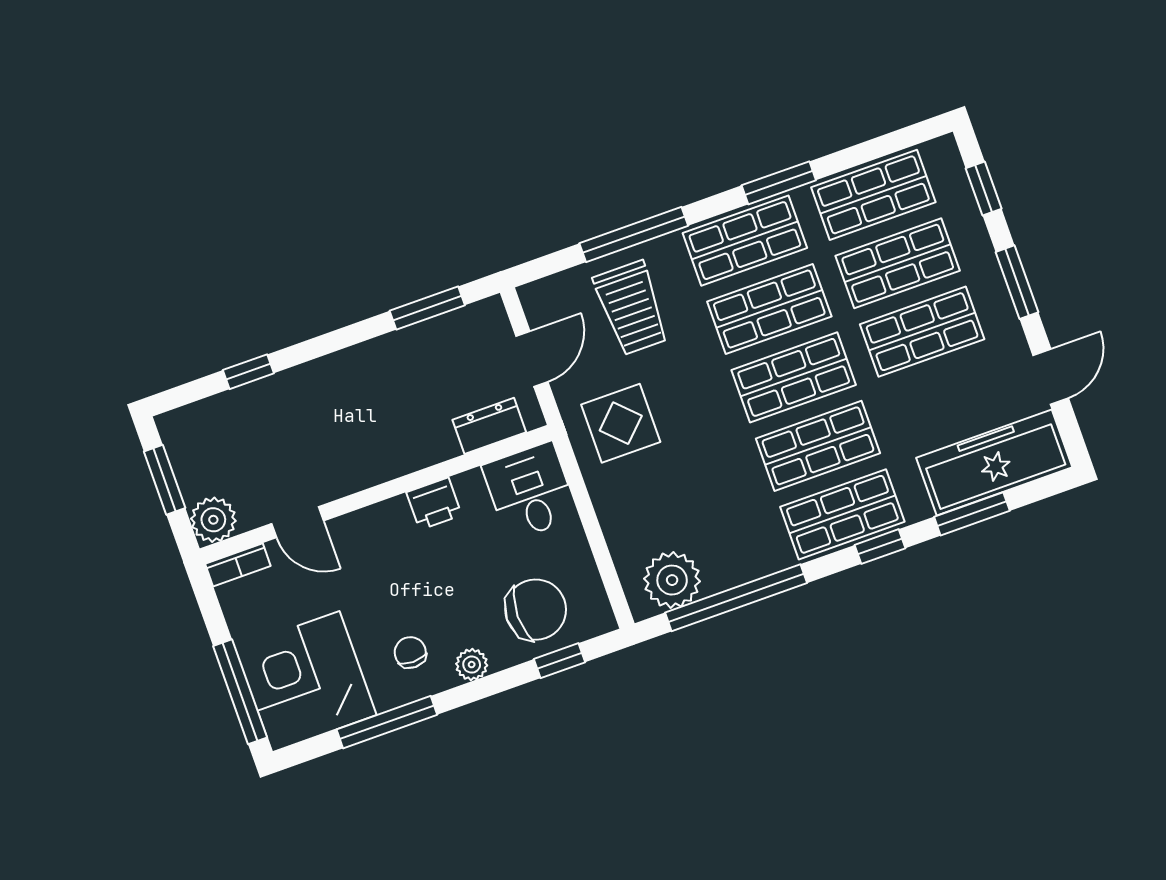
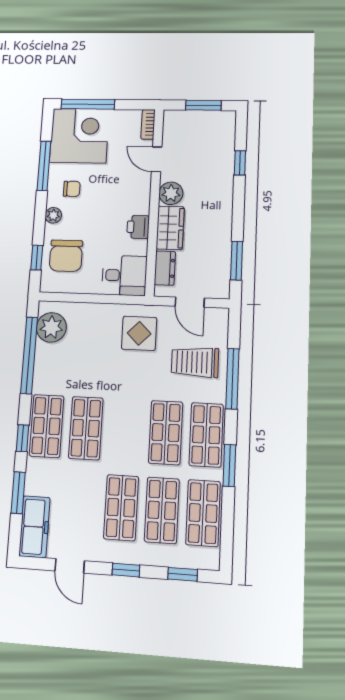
window: (1017, 282) -> (126, 570), width x0.67
shop shelf: (794, 377) -> (125, 430), removed
wardrobe: (414, 446) -> (170, 228), added
freezer: (994, 462) -> (34, 527), width x0.73, depth x0.79
plant: (213, 520) -> (171, 193), moved
door: (297, 522) -> (157, 159), hinge flipped

